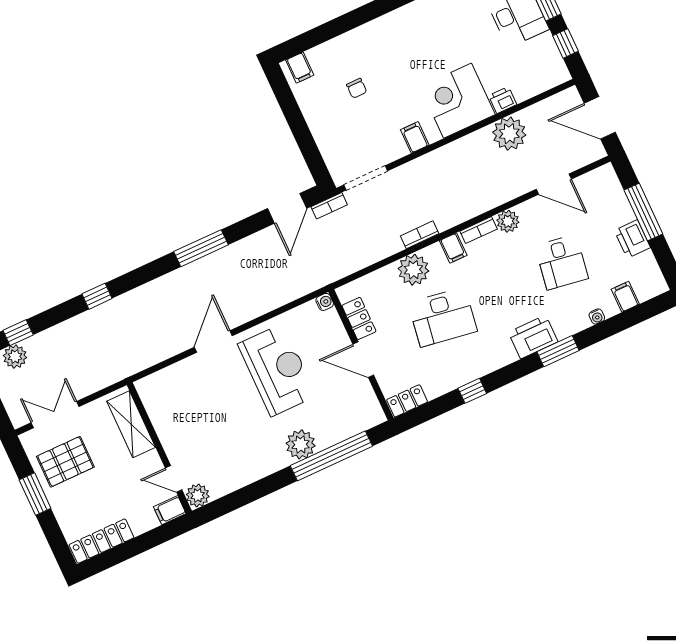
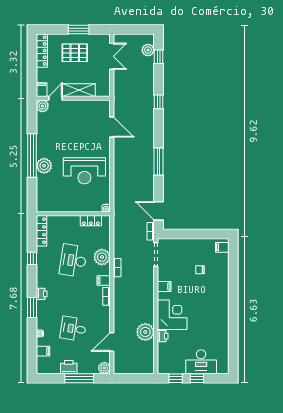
door: (600, 118) -> (133, 378), removed
plant: (508, 221) -> (104, 368), moved
printer: (533, 337) -> (42, 294), width x0.53, depth x0.68
door: (213, 341) -> (112, 127), moved
door: (363, 360) -> (71, 214), removed
locker: (407, 401) -> (41, 231), width x1.53
shelving: (131, 424) -> (79, 90), moved
window: (331, 456) -> (32, 155), moved
pallet: (65, 462) -> (75, 53), moved, turned 90

